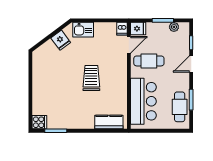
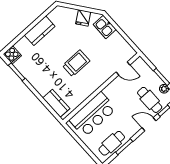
dishwasher: (122, 29) -> (130, 54), removed
fridge: (138, 29) -> (140, 65), removed
cafe table: (149, 61) -> (150, 100), moved
kitchen counter: (40, 83) -> (40, 31), added

